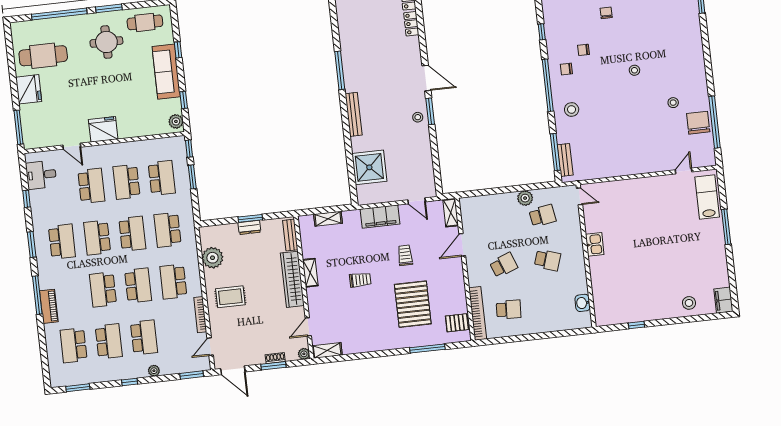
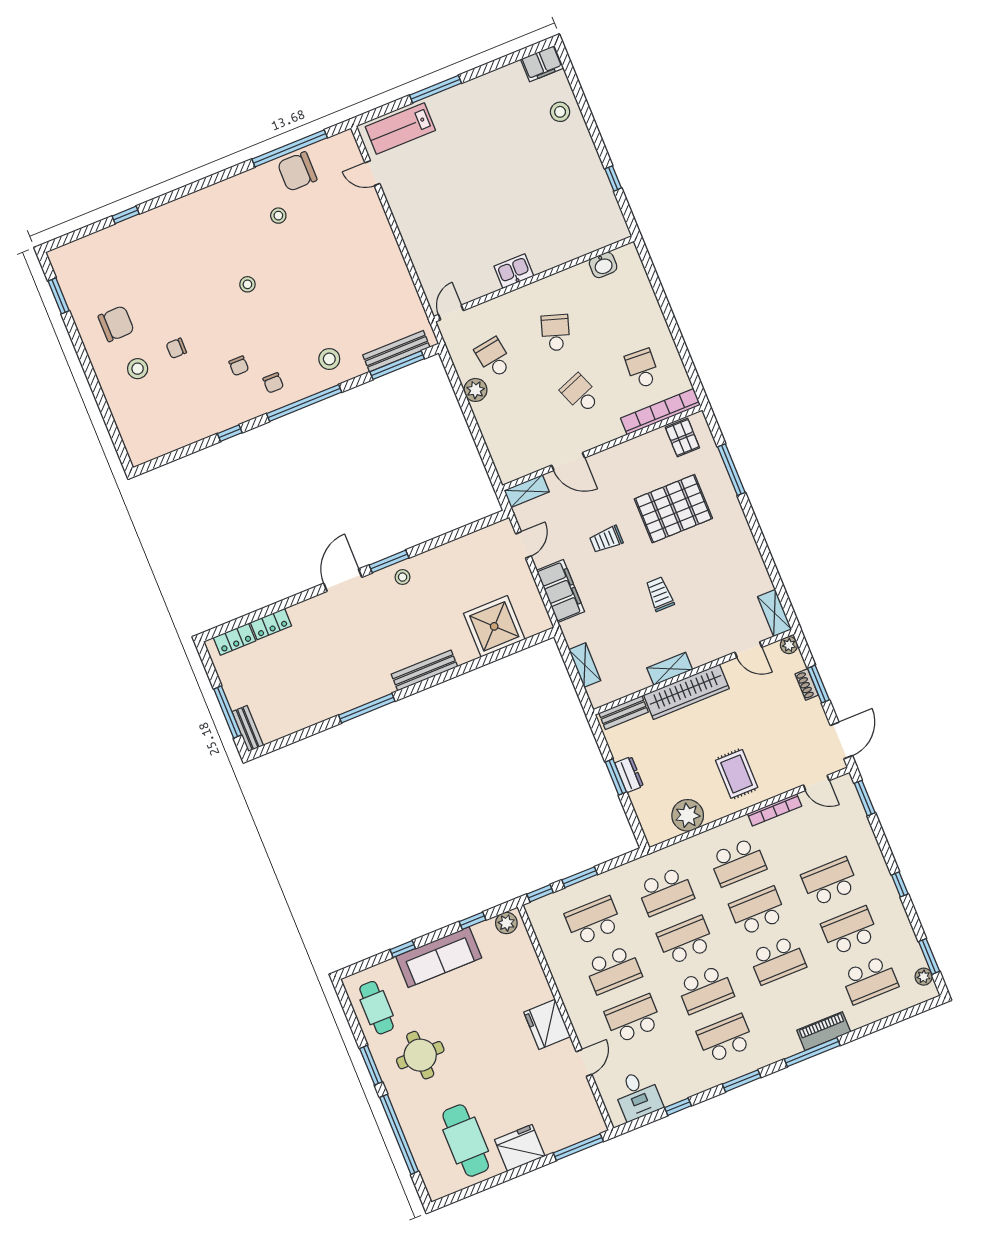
bench: (565, 160) -> (396, 351), width x1.36
plant: (154, 371) -> (924, 977), moved

